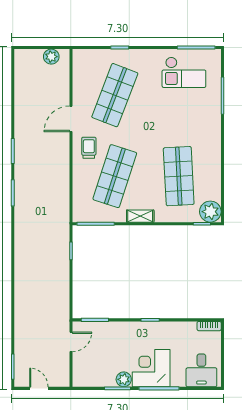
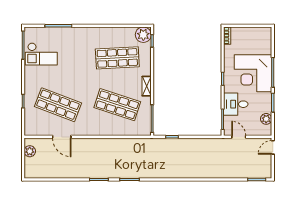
checkout: (184, 72) -> (41, 54), turned 90
door: (71, 119) -> (62, 137), moved
trolley: (89, 148) -> (96, 124), removed
corner desk: (151, 368) -> (253, 73), width x1.36, depth x1.36
desk: (201, 370) -> (236, 104), moved, turned 180
plant: (124, 379) -> (266, 119), moved
door: (39, 388) -> (273, 147), moved

